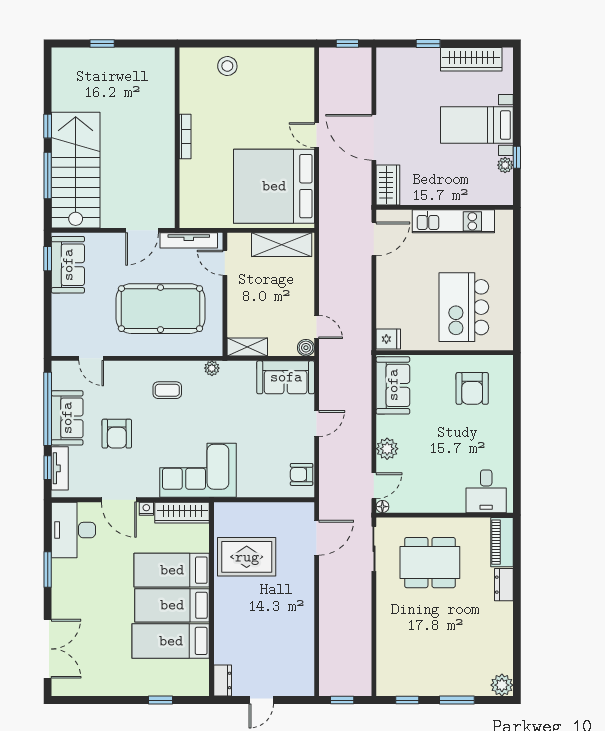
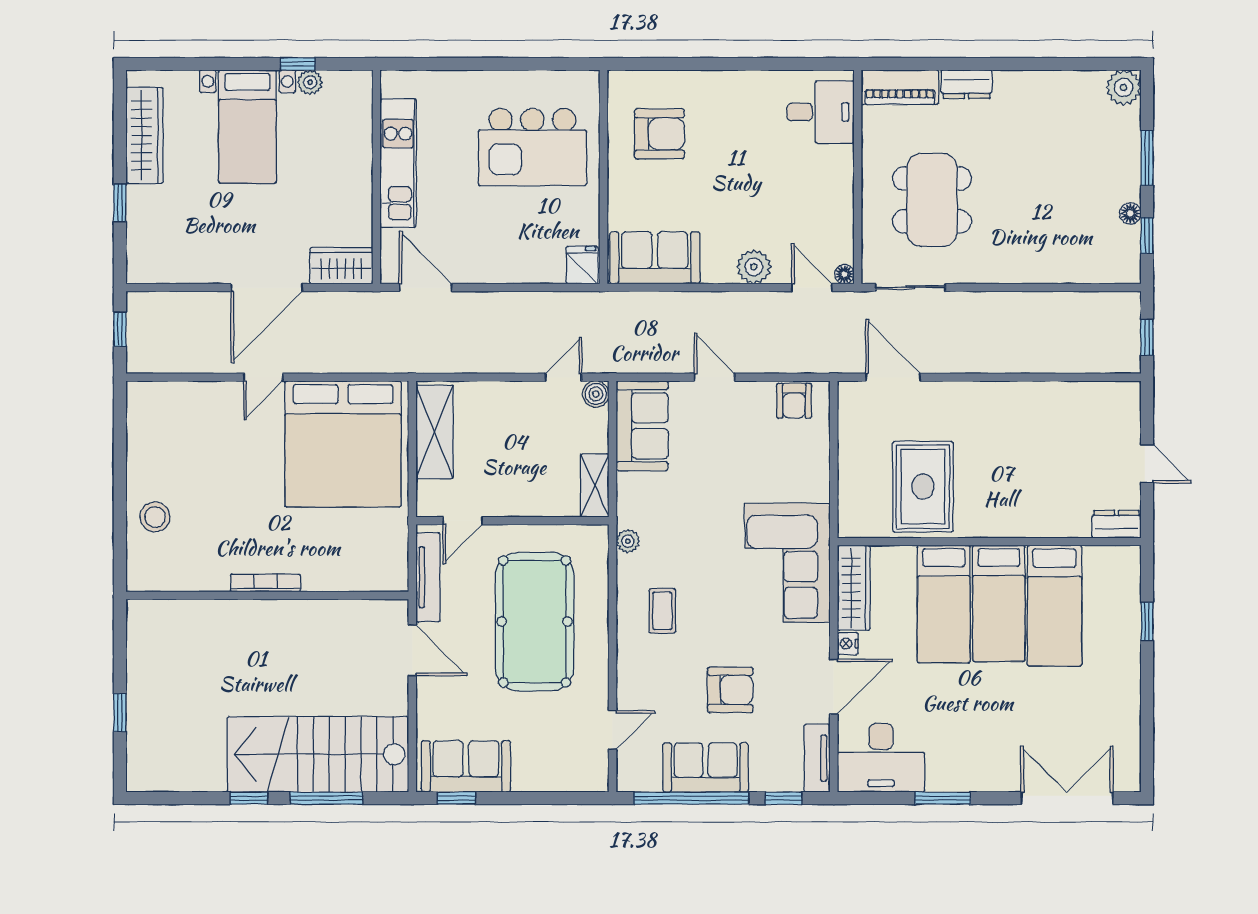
tv unit: (60, 468) -> (817, 758), moved, turned -90
floor lamp: (421, 689) -> (1130, 213), added

